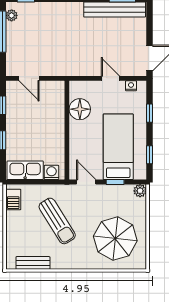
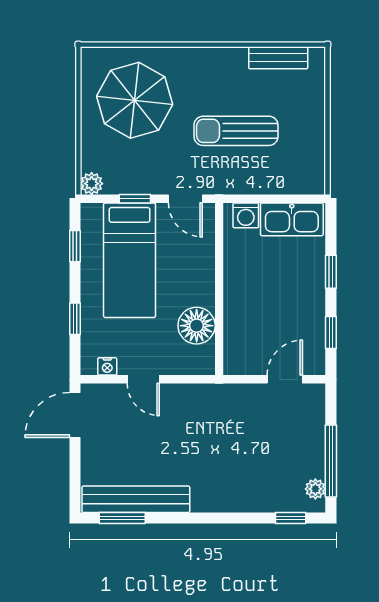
door: (29, 78) -> (285, 379), hinge flipped
barbecue: (13, 200) -> (313, 168), removed
sun lounger: (57, 221) -> (236, 131), turned -58

